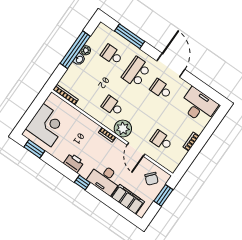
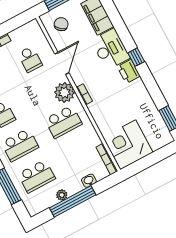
school desk: (112, 55) -> (37, 176), width x1.85
washbasin: (79, 59) -> (89, 181), moved
school desk: (113, 106) -> (63, 122), width x1.85
corner desk: (47, 125) -> (128, 145), moved
printer: (74, 163) -> (129, 71), moved

